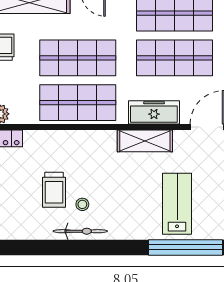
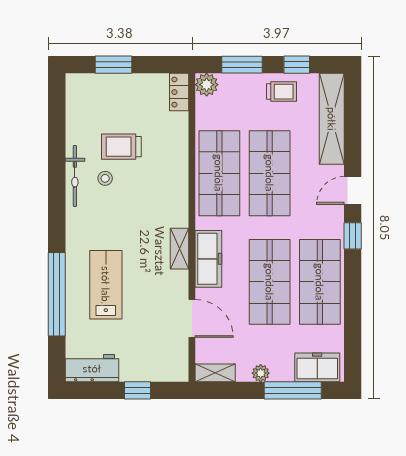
shelving: (145, 141) -> (180, 249), width x0.67, depth x0.75
lab bench: (177, 204) -> (106, 285), turned -90

